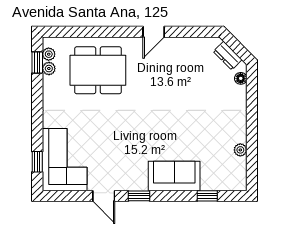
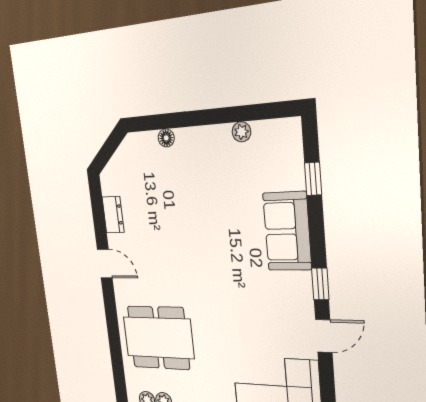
dresser: (228, 56) -> (113, 215), moved, turned -45
dining table: (98, 70) -> (158, 338), turned 90
floor lamp: (241, 78) -> (166, 138), moved

